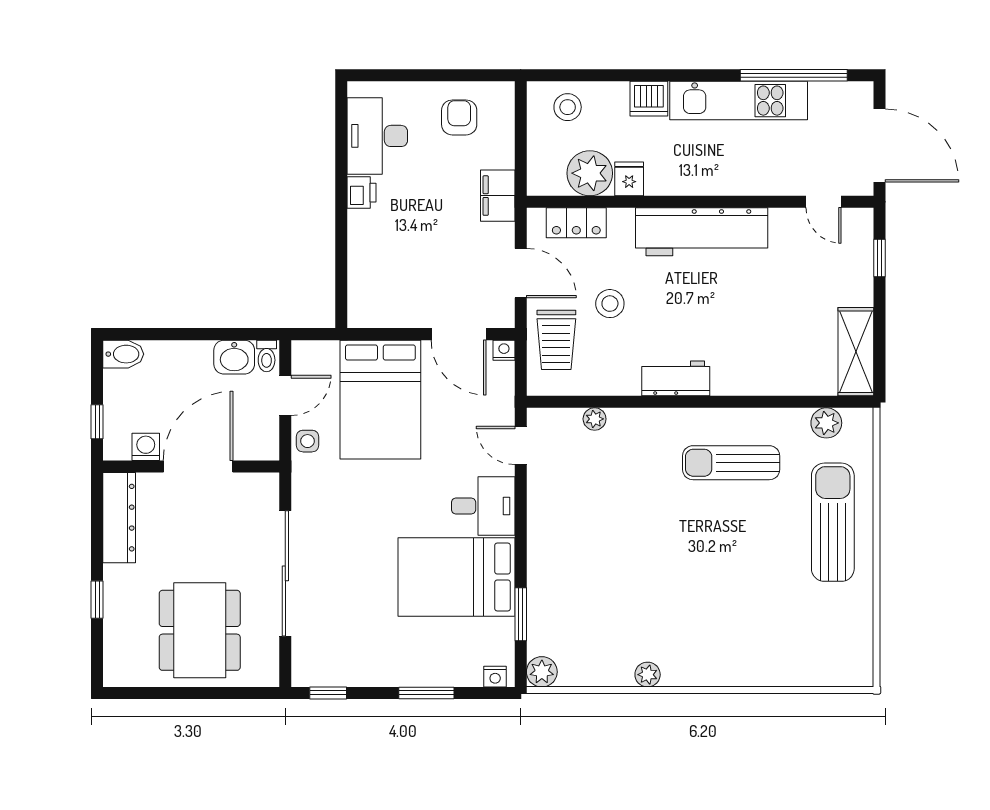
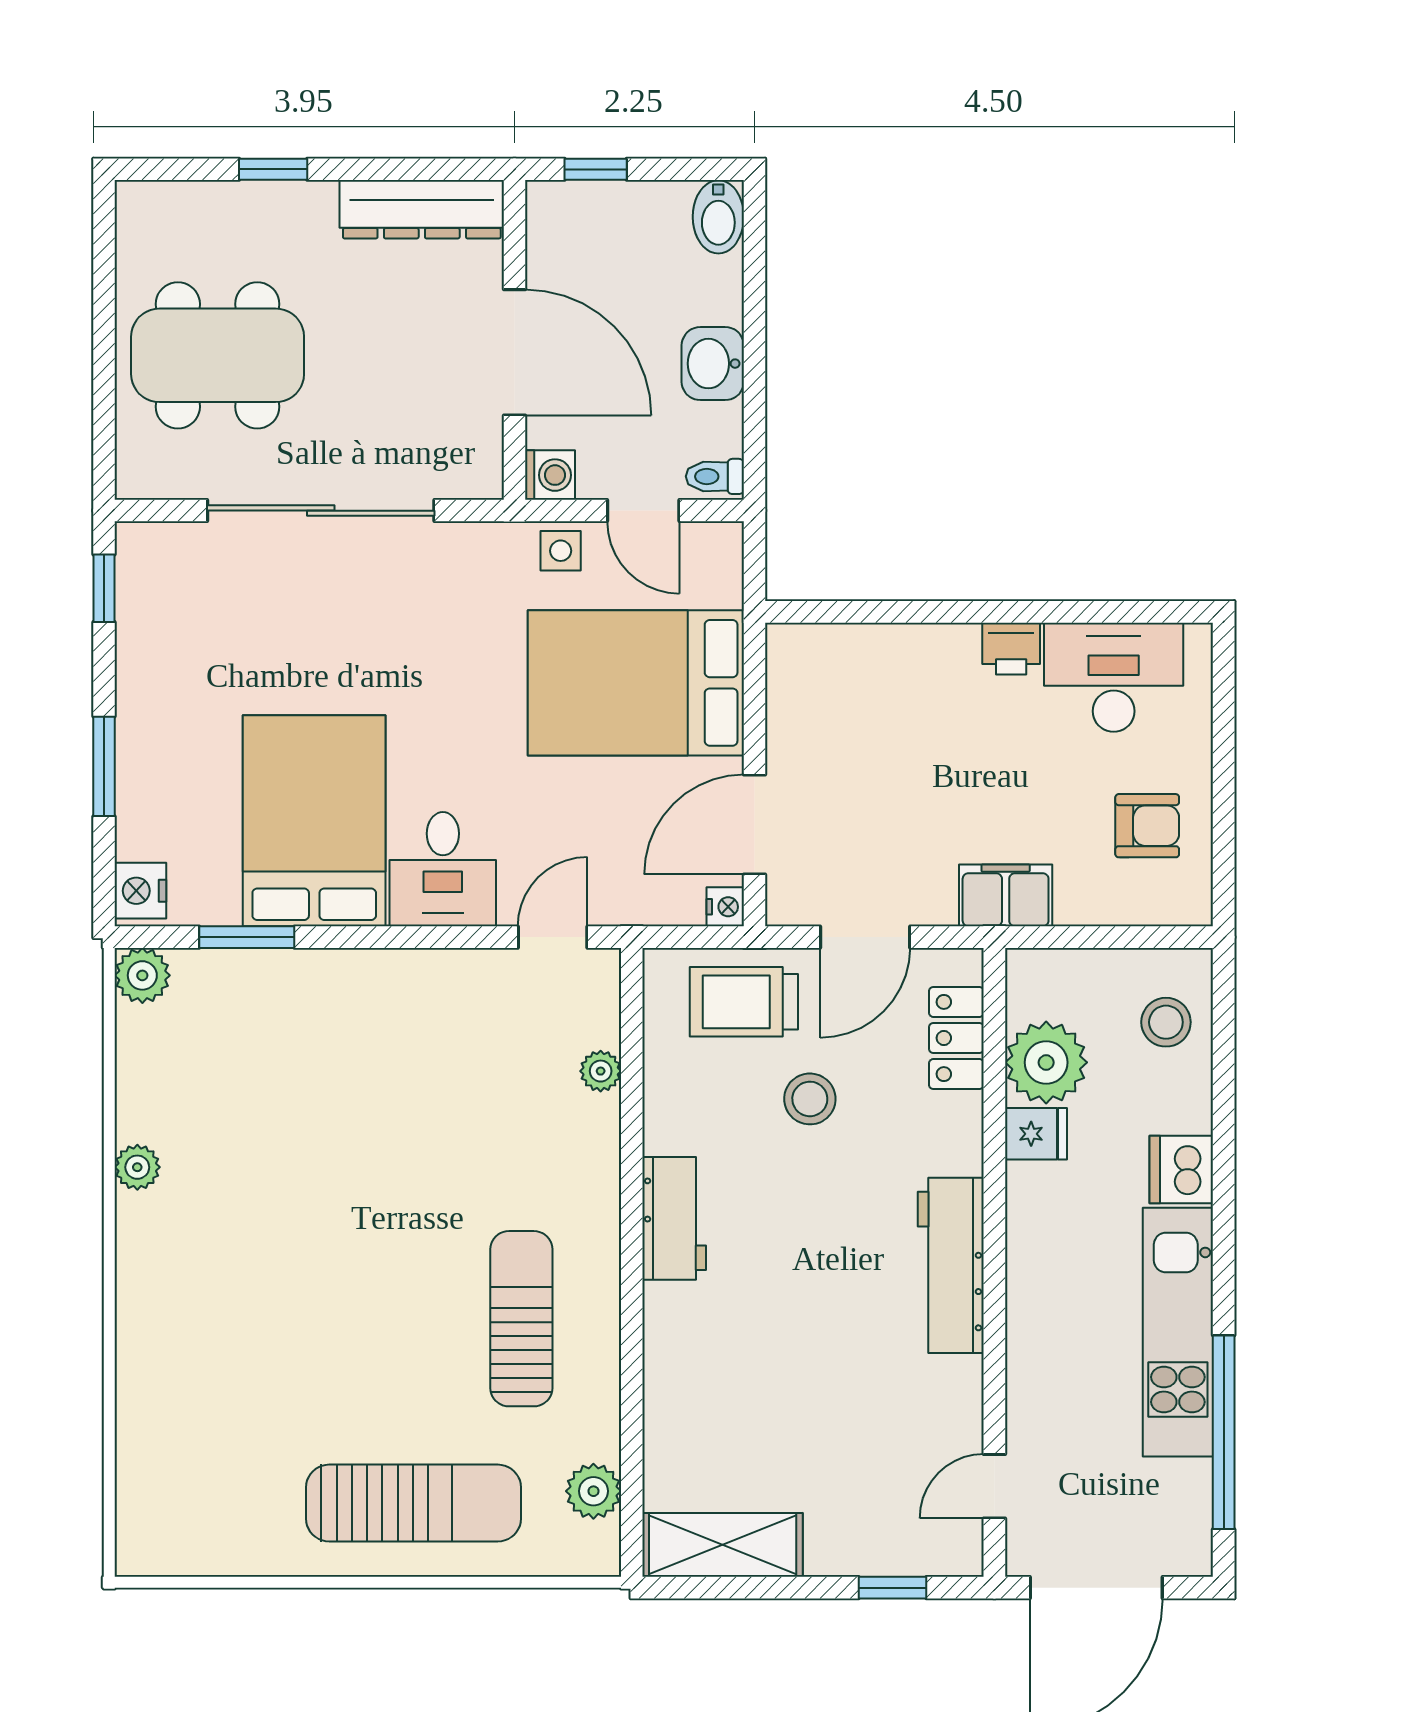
workbench: (702, 232) -> (951, 1265), width x0.73, depth x0.76
washbasin: (234, 357) -> (713, 364), moved
washing machine: (146, 447) -> (550, 475), moved
nightstand: (495, 677) -> (140, 891), width x1.39, depth x1.35

